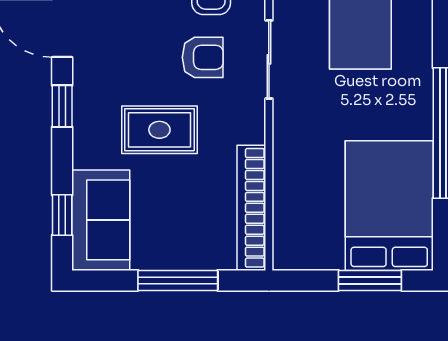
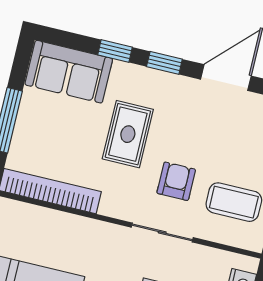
armchair: (203, 57) -> (176, 181), turned 180
window: (62, 215) -> (115, 51), moved

